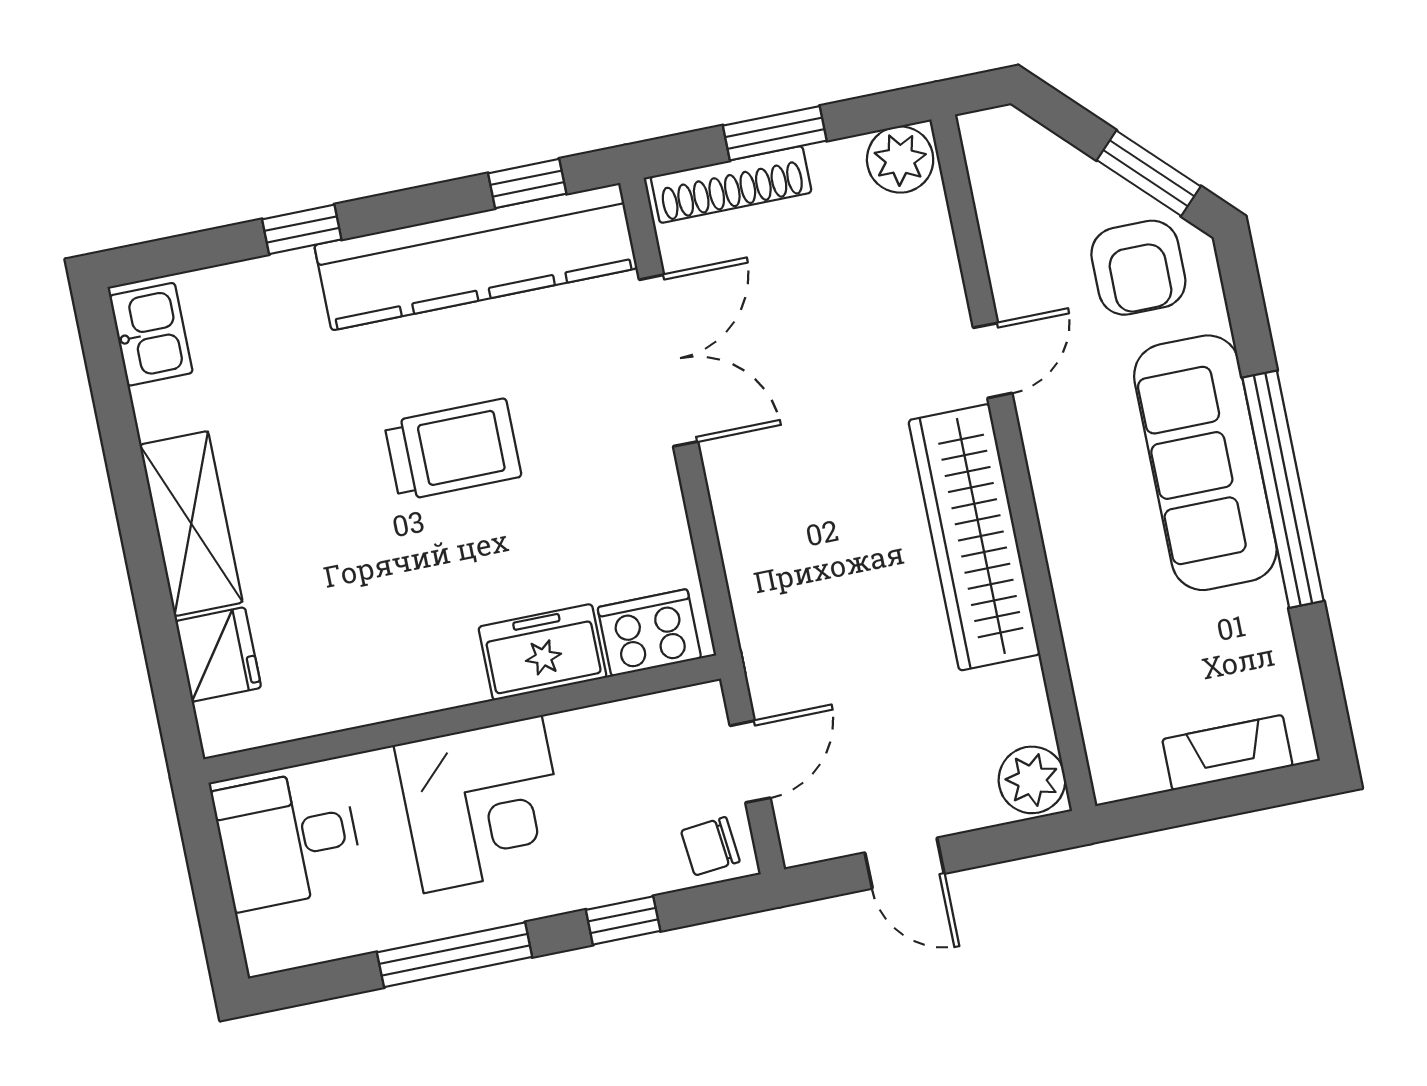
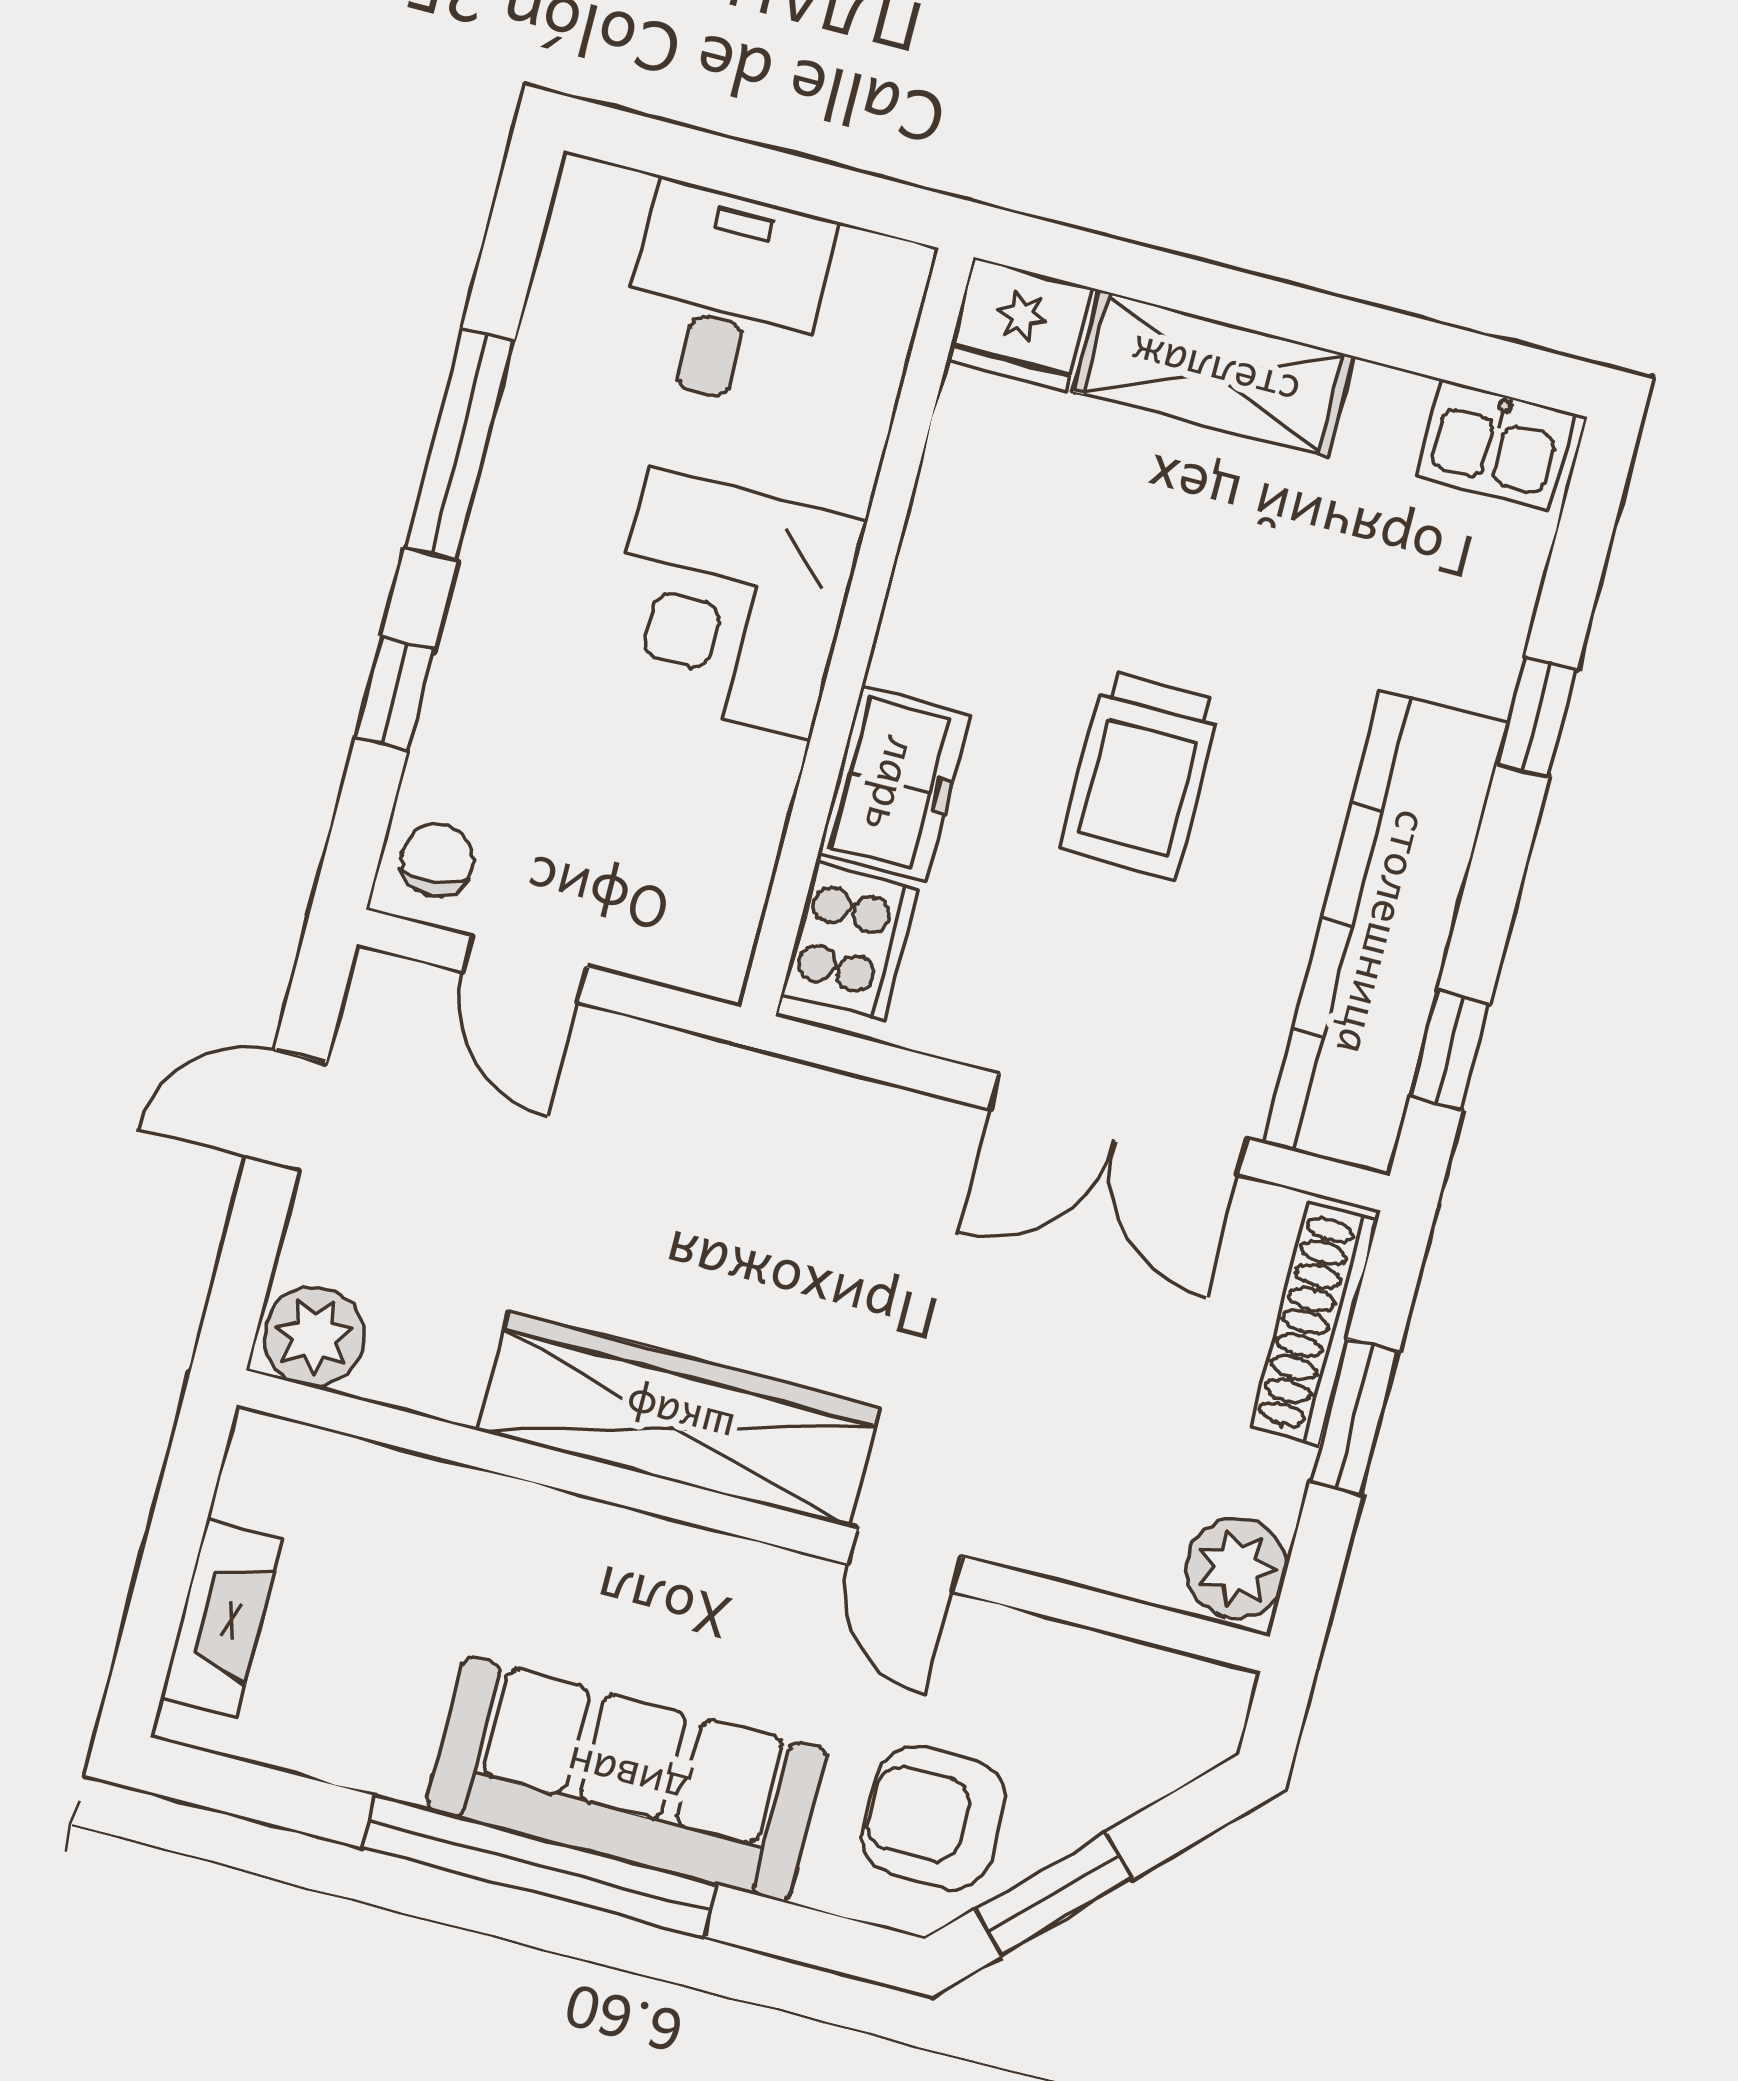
cooker: (649, 633) -> (850, 941), moved
freezer: (543, 652) -> (894, 784), moved
wall: (462, 719) -> (857, 632), moved
corner desk: (483, 804) -> (729, 603), moved

